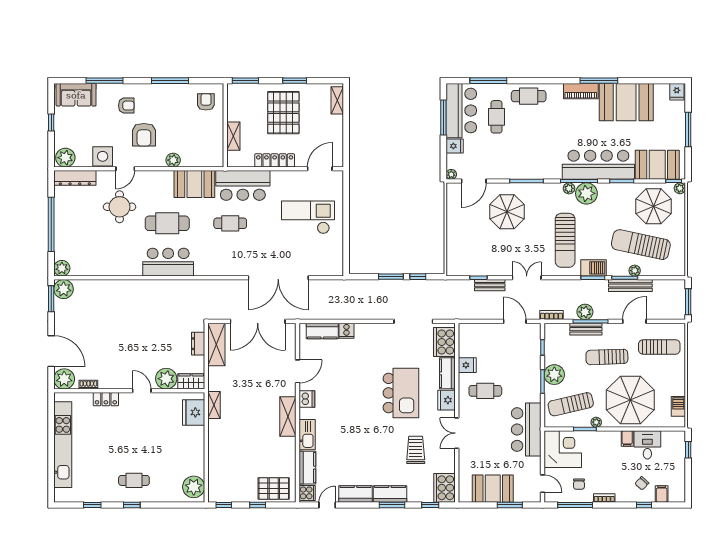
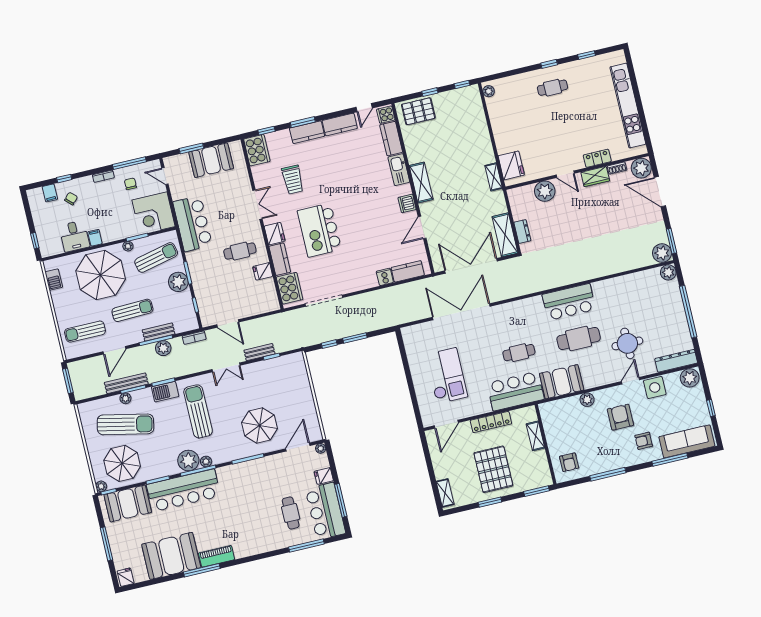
sofa: (76, 95) -> (687, 441), width x1.36
cafe table: (529, 96) -> (265, 540), removed
checkout: (308, 217) -> (447, 376), turned -90
wardrobe: (191, 381) -> (595, 176), moved
plant: (194, 487) -> (489, 91), width x0.53, depth x0.53

